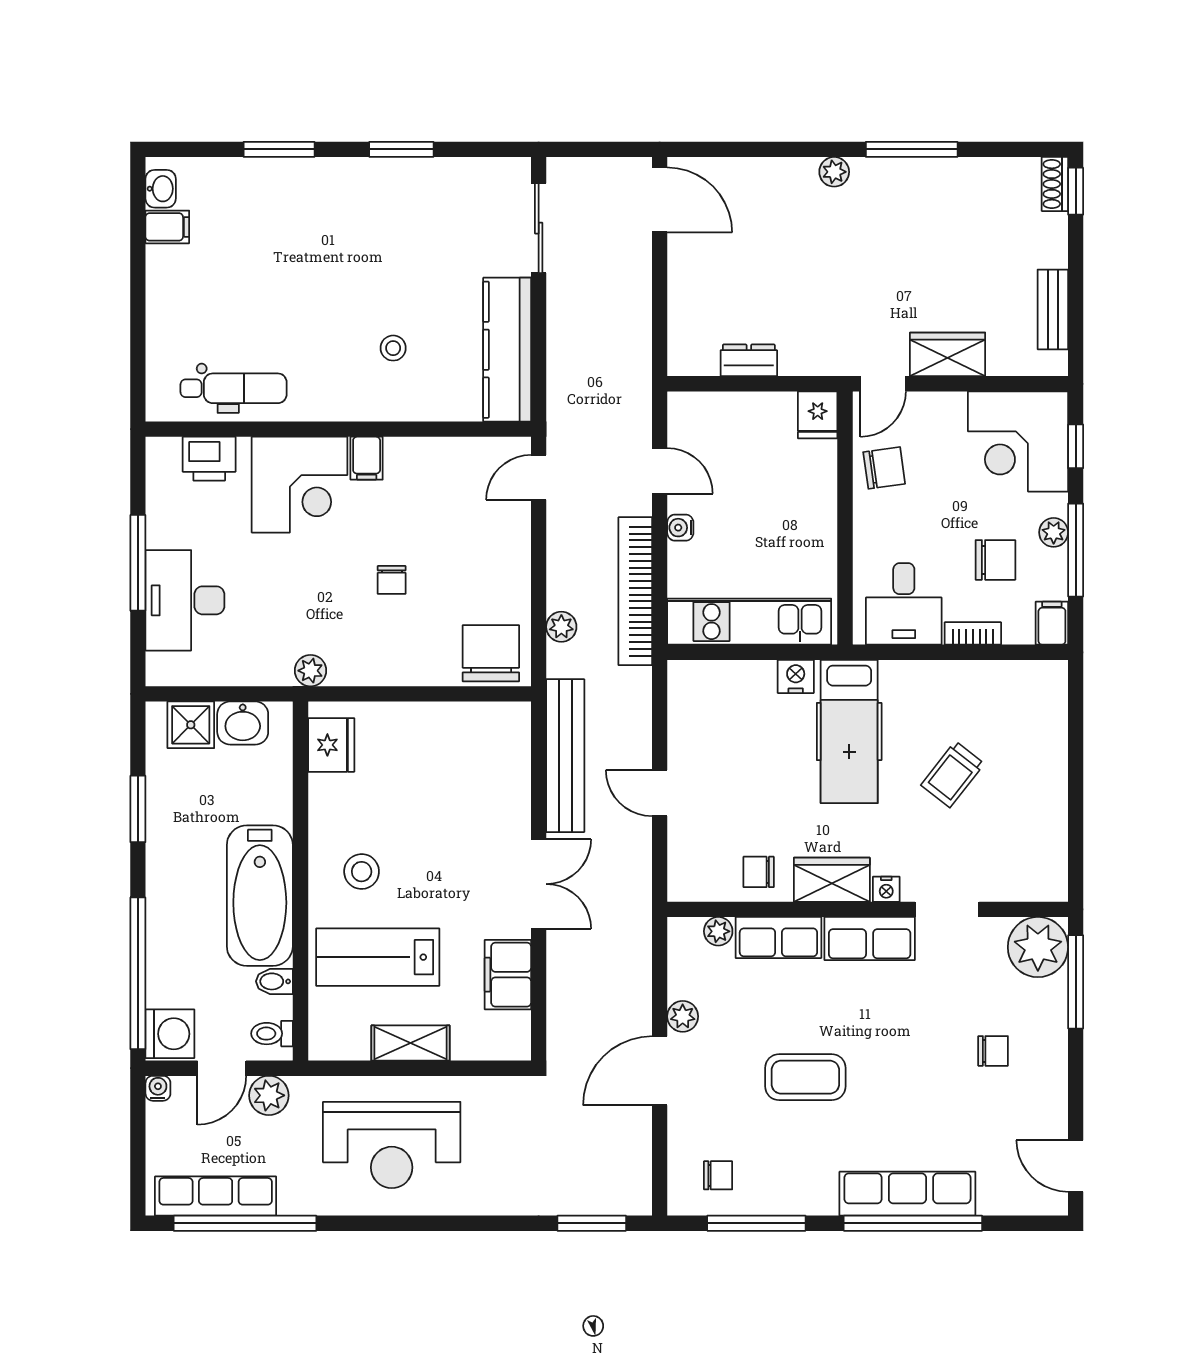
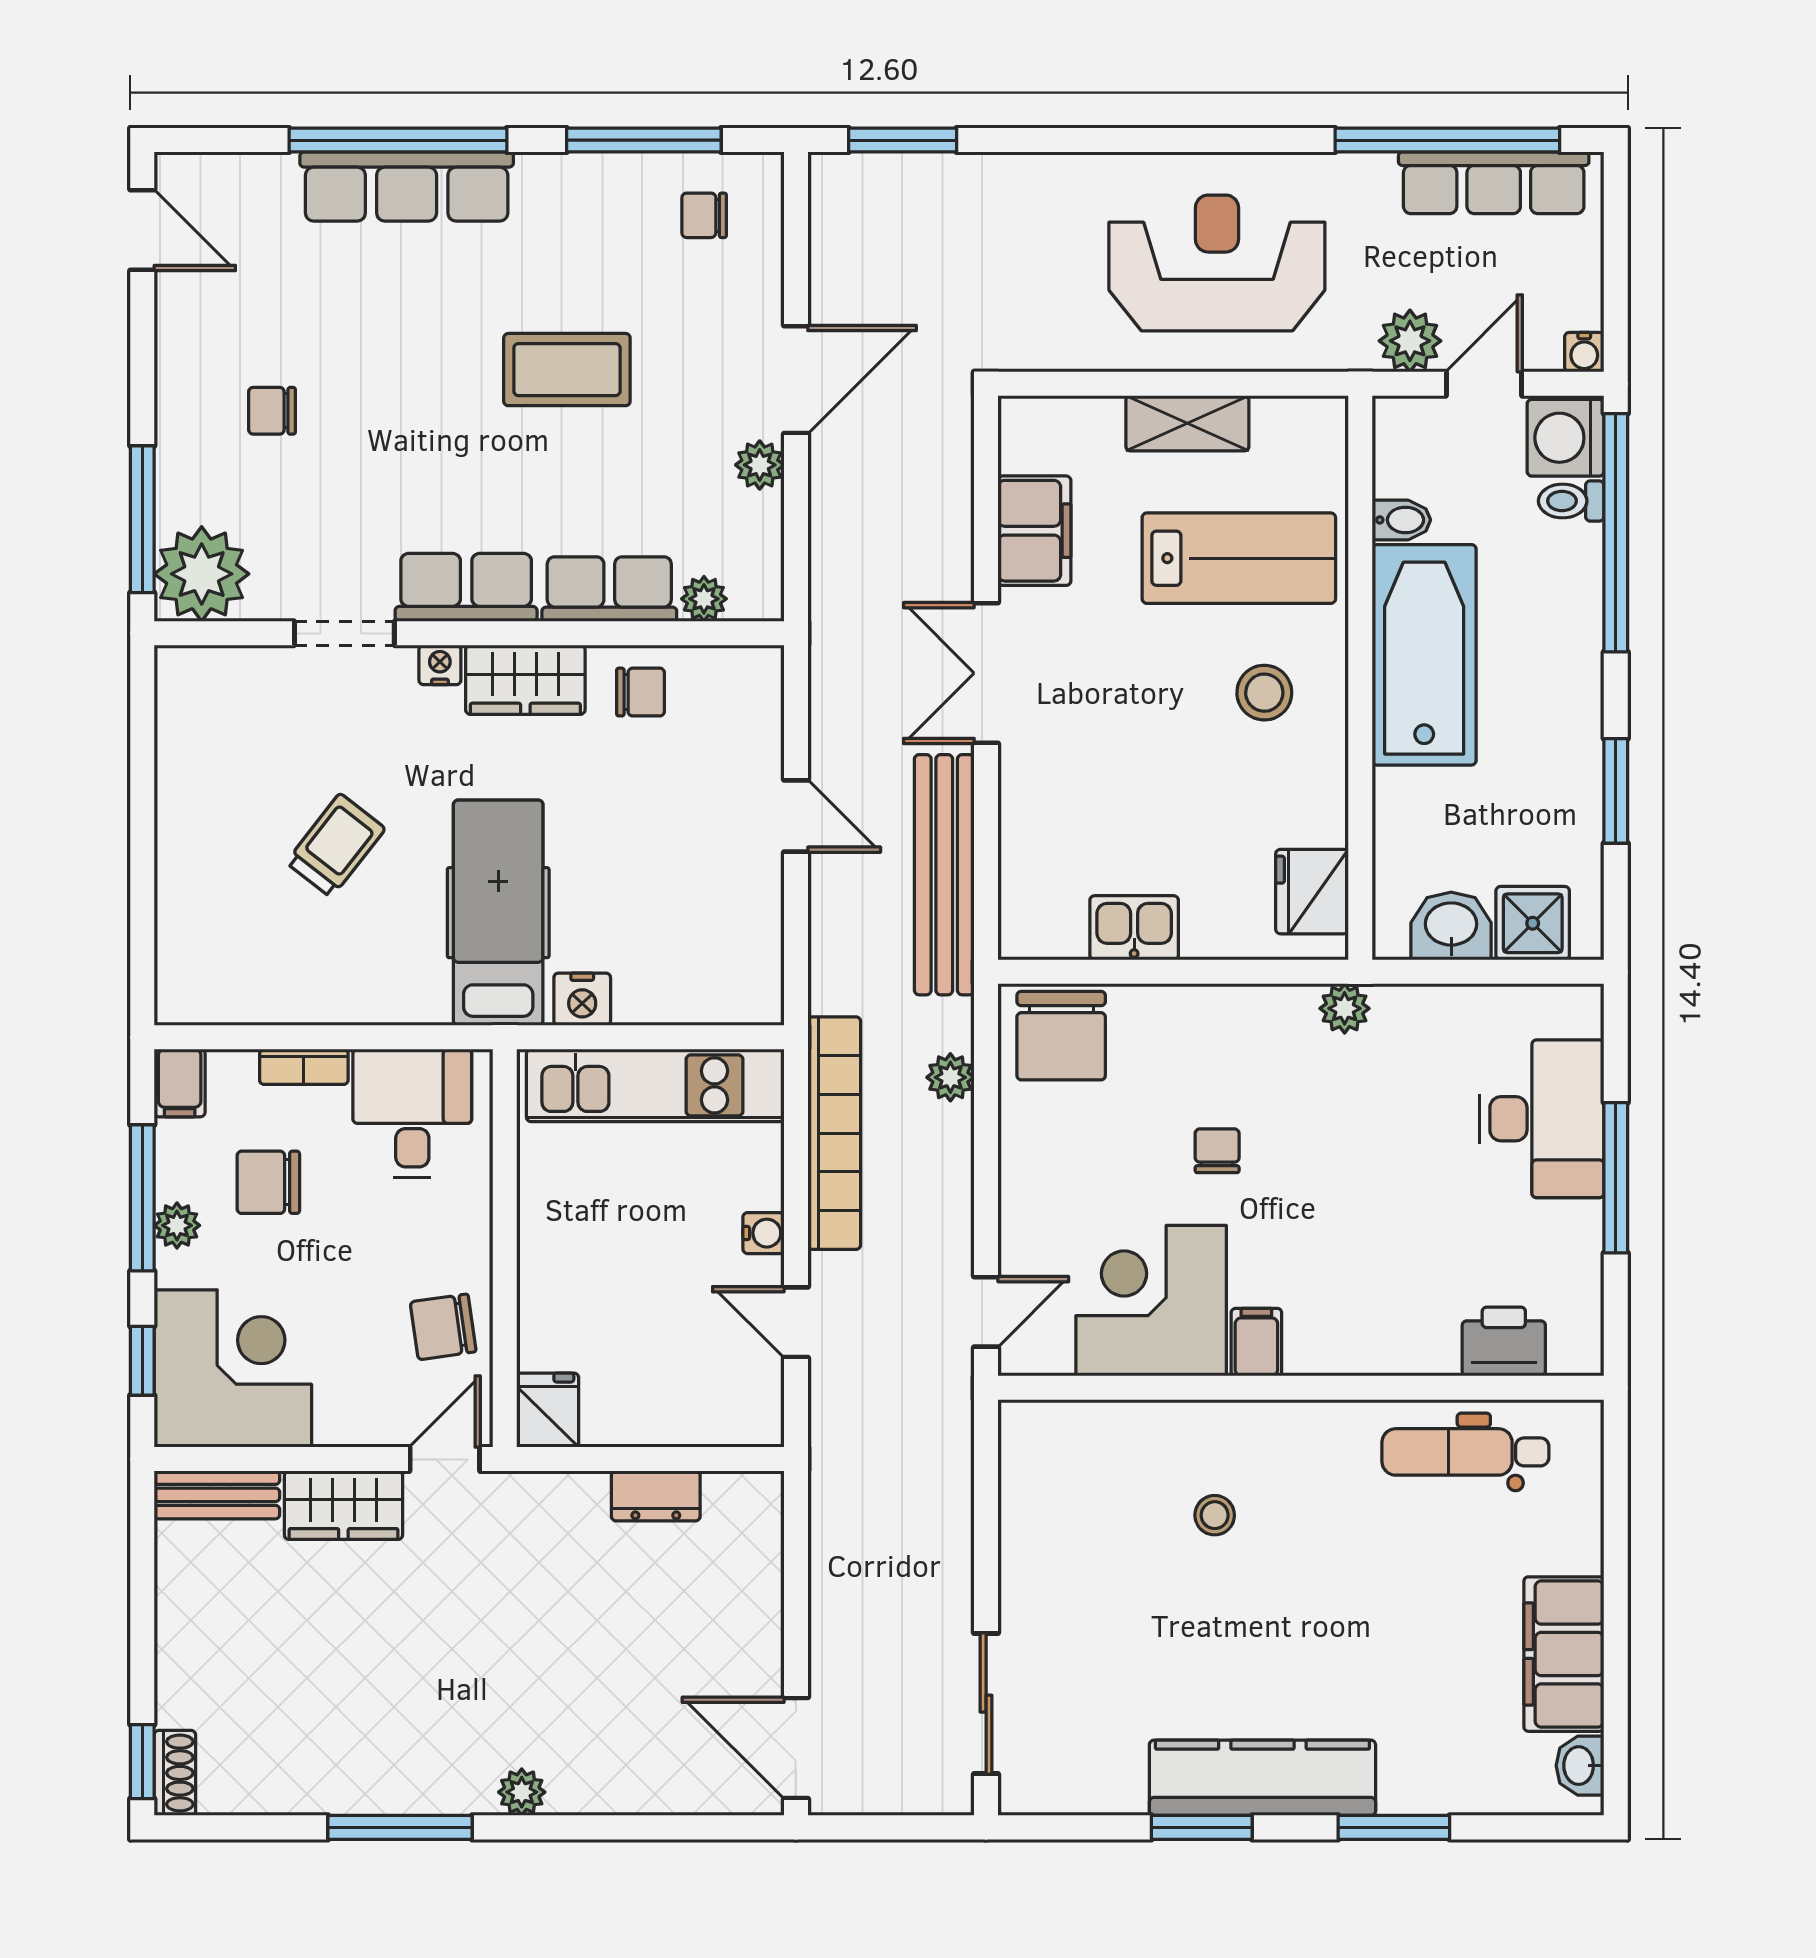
filing cabinet: (167, 227) -> (1564, 1654), width x3.00, depth x1.17
bench: (1053, 309) -> (217, 1495), moved, turned 90
kitchen counter: (507, 350) -> (1262, 1778), moved, turned -90
corner desk: (300, 485) -> (1151, 1301), moved
kitchen sink: (444, 722) -> (1134, 928), added
toilet: (272, 1034) -> (1571, 501), moved, turned 180

